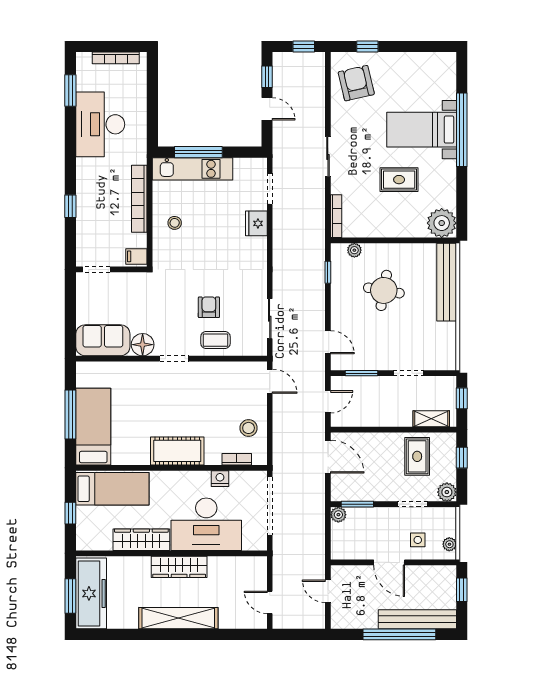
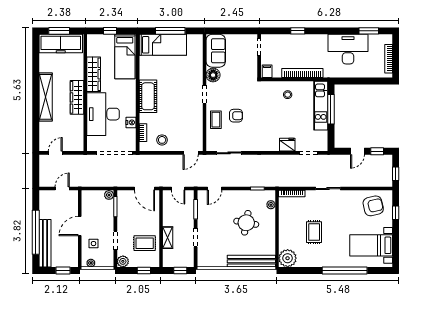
bed with nightstands: (422, 130) -> (371, 245), moved, turned -90
shelving: (431, 419) -> (168, 238), moved
door: (328, 457) -> (144, 189), hinge flipped

